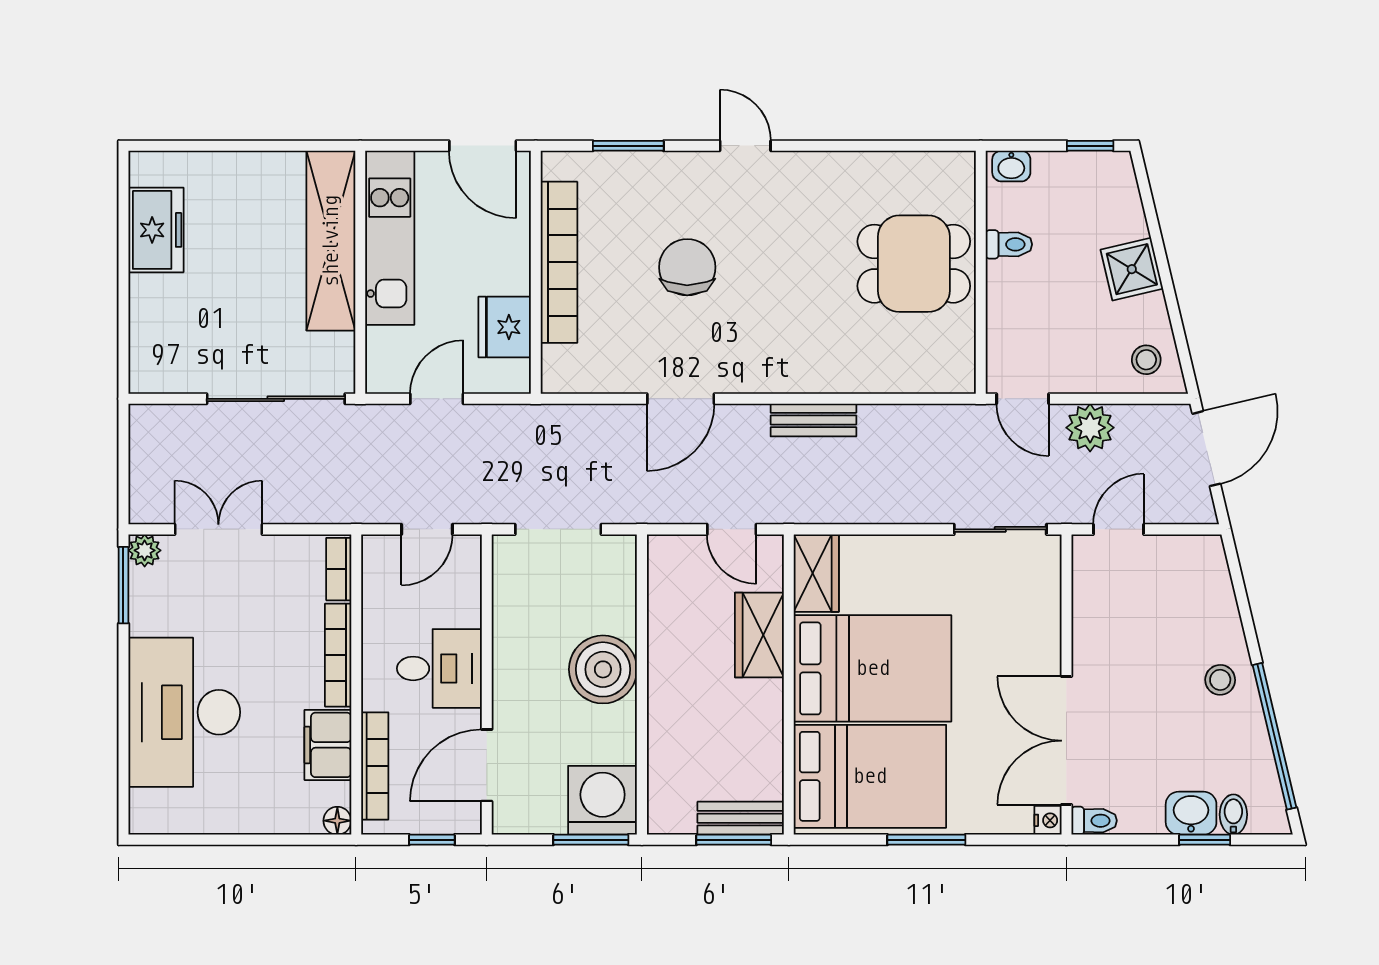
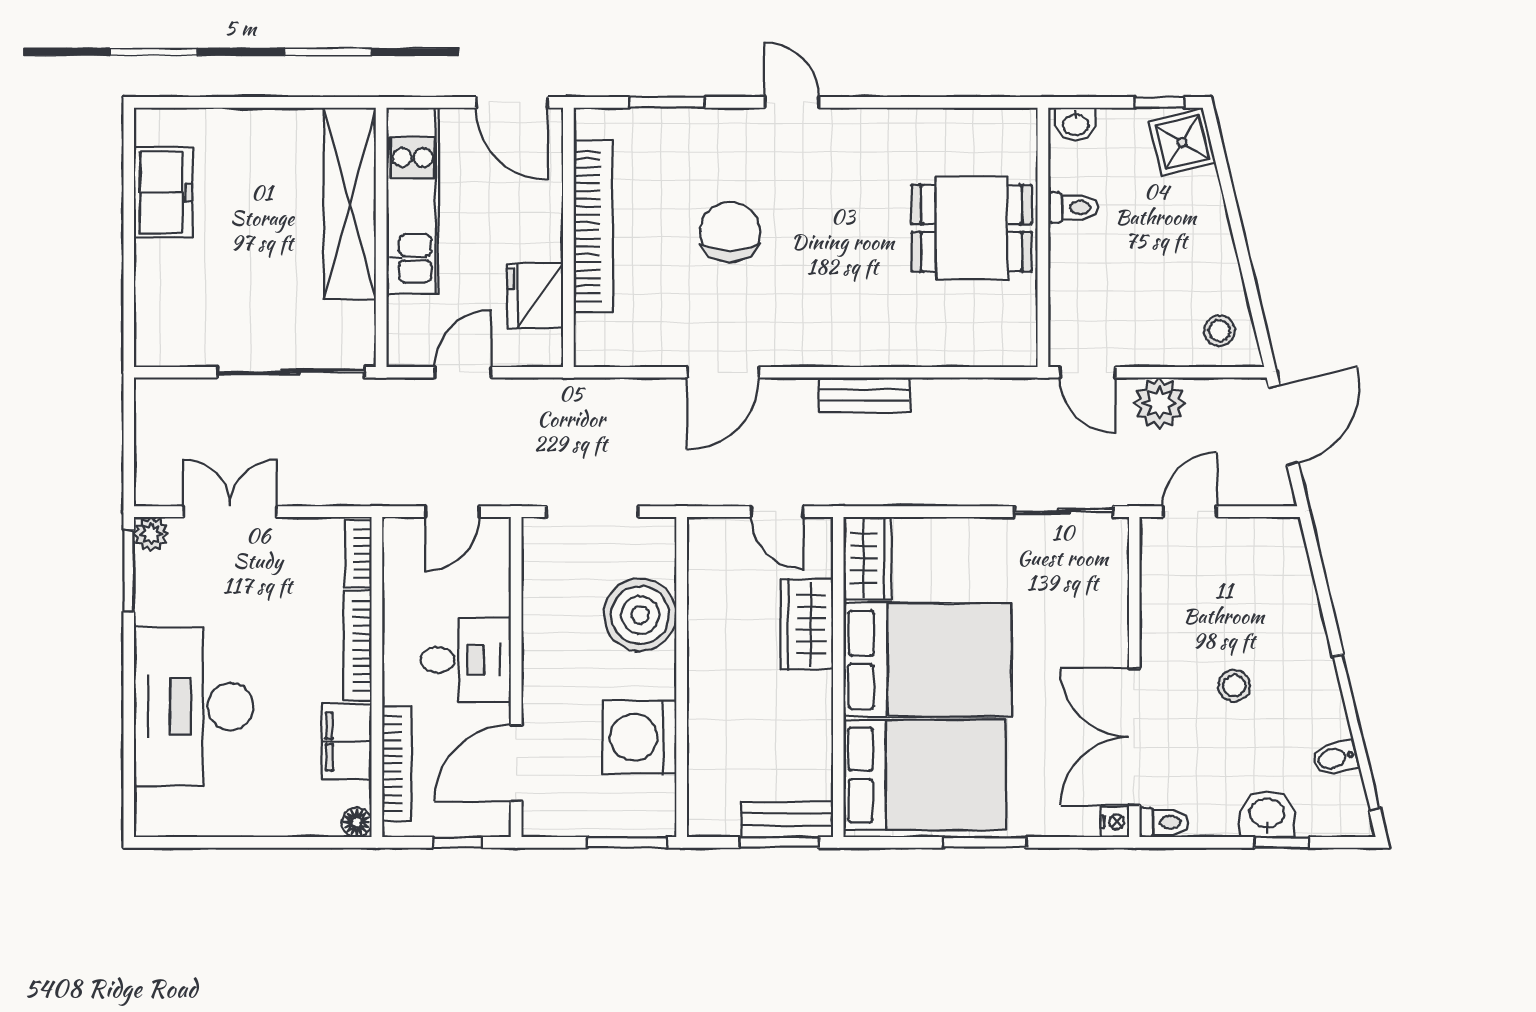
shower: (1132, 269) -> (1182, 142), moved
boiler: (603, 669) -> (640, 615), moved
stool: (1220, 680) -> (1234, 686), moved
washing machine: (603, 800) -> (640, 737), moved, turned -90
bidet: (1233, 815) -> (1335, 758), moved, turned -103

